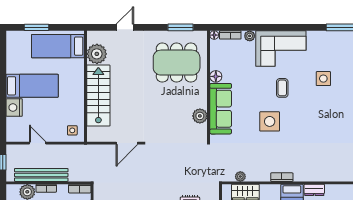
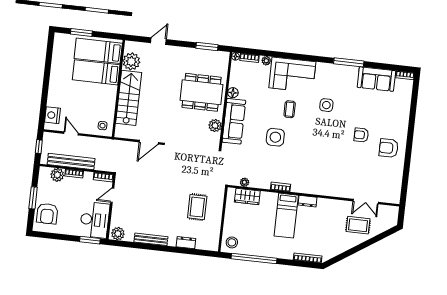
dining table: (177, 63) -> (202, 92), moved
bed: (32, 86) -> (96, 72), moved, turned 180
nightstand: (14, 107) -> (52, 115), moved

